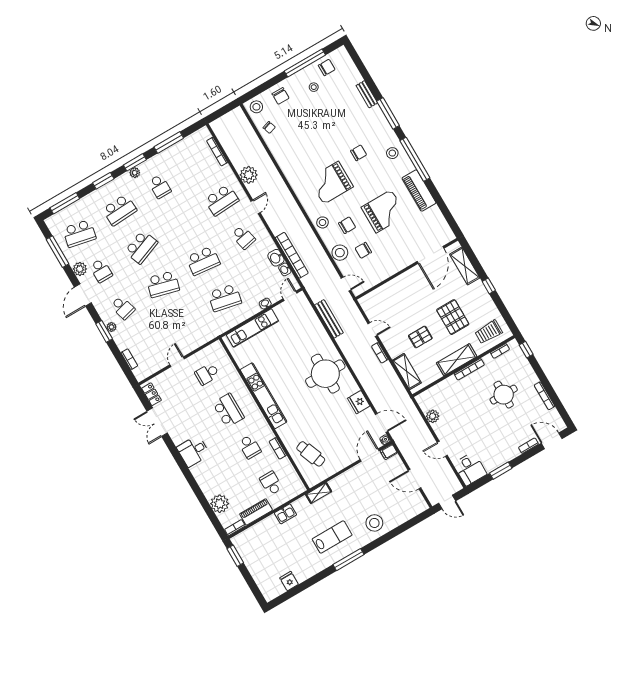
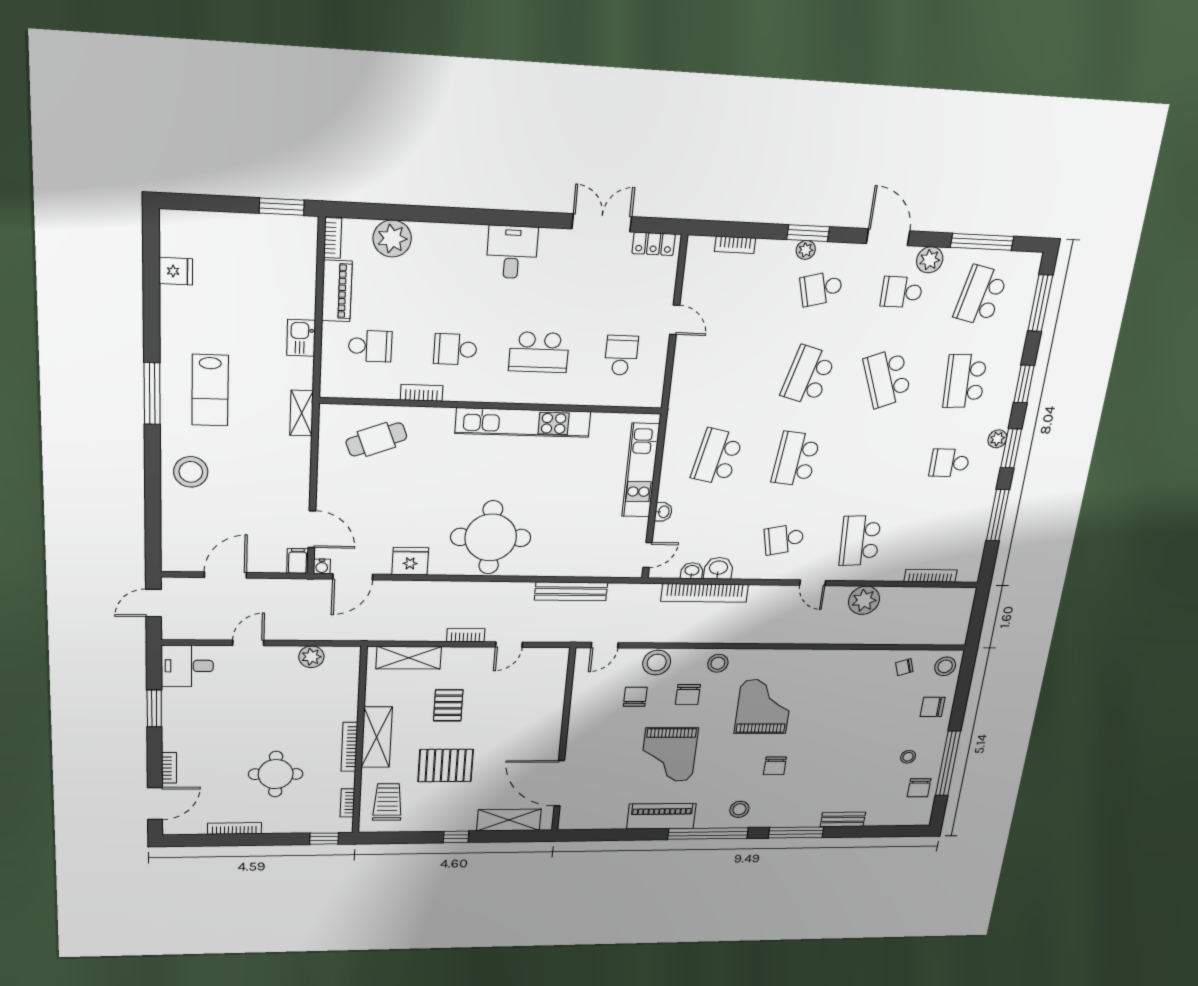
door: (290, 296) -> (648, 555), hinge flipped

